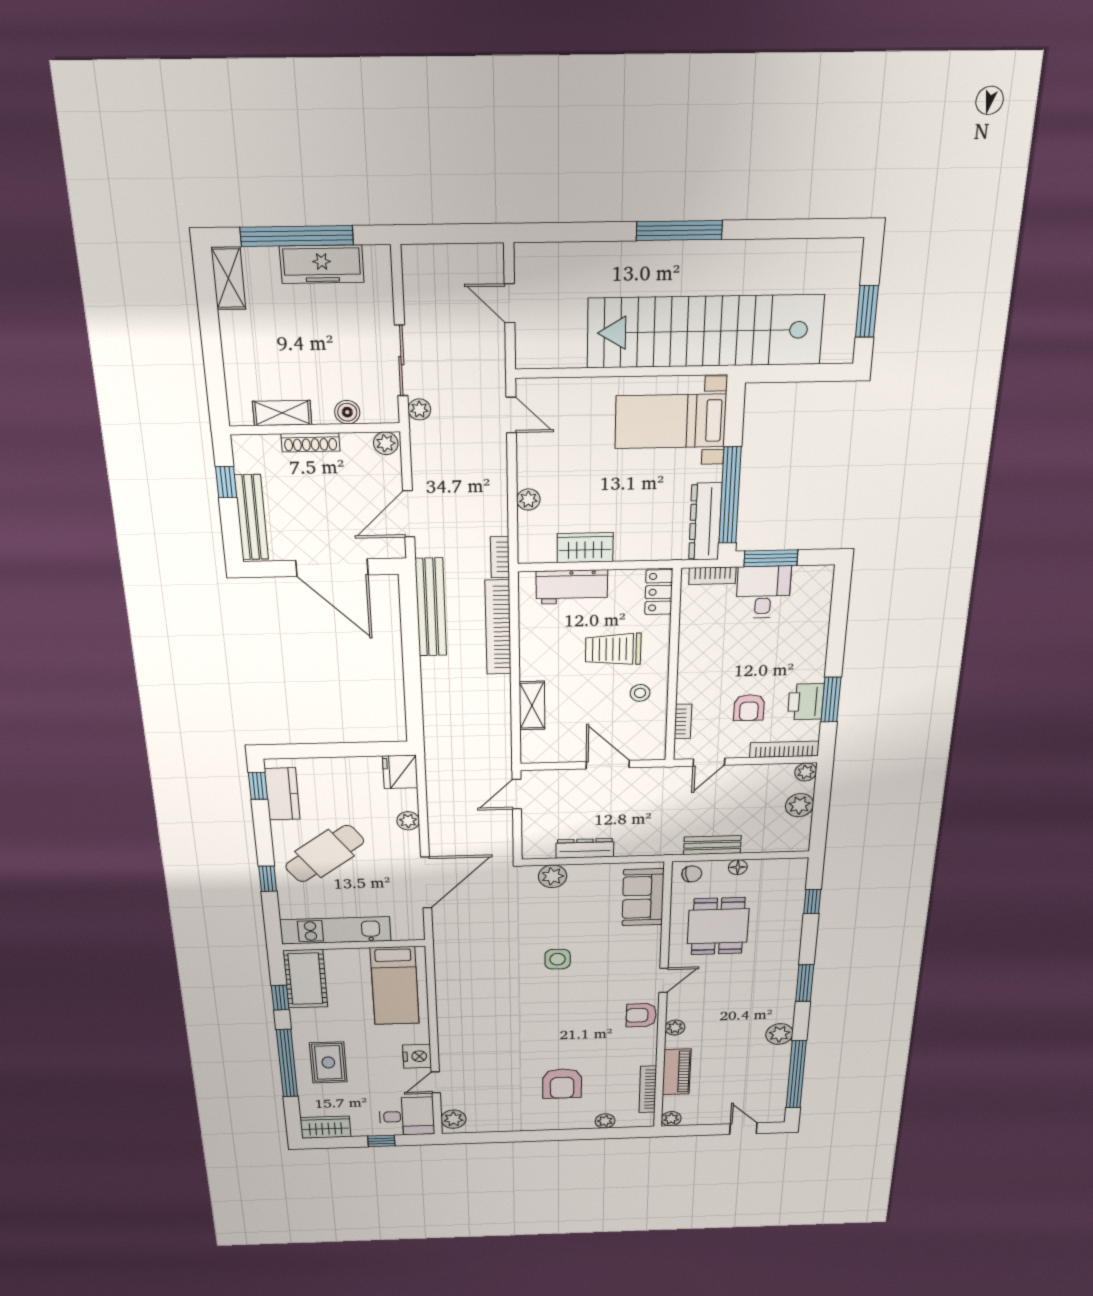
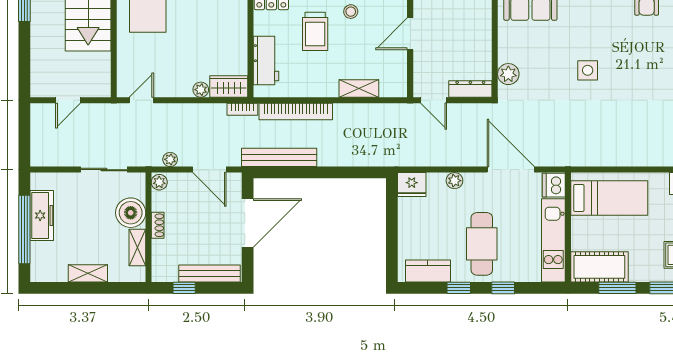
shelving: (228, 278) -> (88, 273), moved
plant: (419, 409) -> (170, 159), moved
boiler: (347, 412) -> (131, 213), width x1.86, depth x1.86
shoe rack: (310, 442) -> (158, 225), width x0.70
wardrobe: (585, 548) -> (229, 86), moved, turned 90
window: (258, 786) -> (459, 288), moved
dresser: (585, 848) -> (470, 89), moved, turned 90
cafe table: (325, 854) -> (482, 244), turned 36
dishwasher: (408, 929) -> (554, 185), added
window: (280, 998) -> (617, 288), width x1.50

